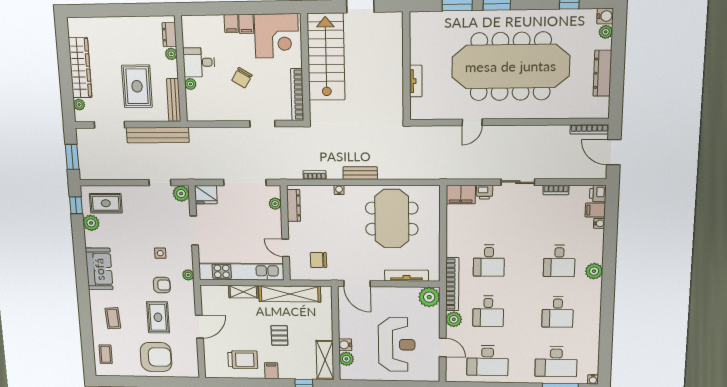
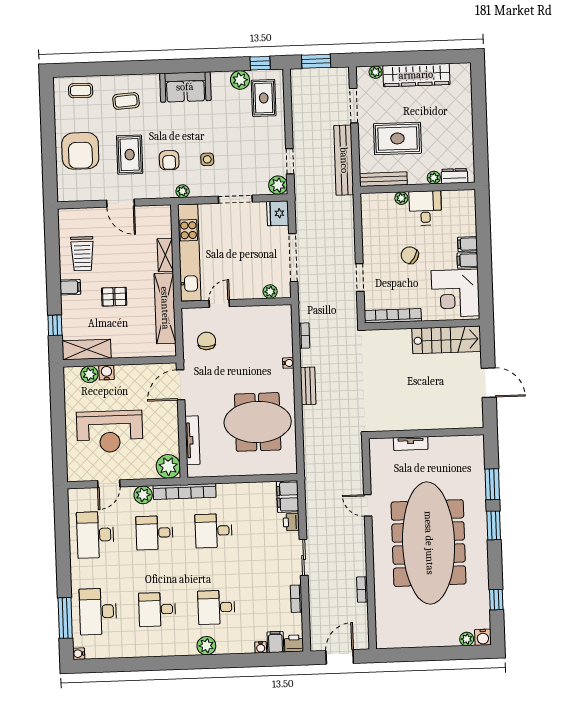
stairs: (326, 57) -> (446, 340), width x0.73, depth x0.66
dresser: (602, 73) -> (424, 639), removed
bookcase: (589, 129) -> (362, 589), moved, width x0.64
dresser: (294, 205) -> (269, 312), removed
rug: (158, 317) -> (130, 155), turned 90

